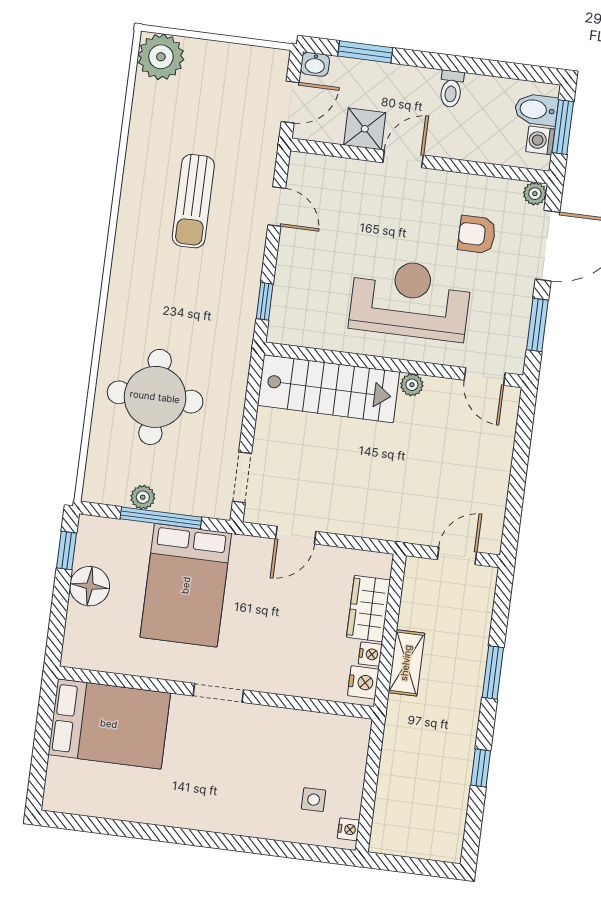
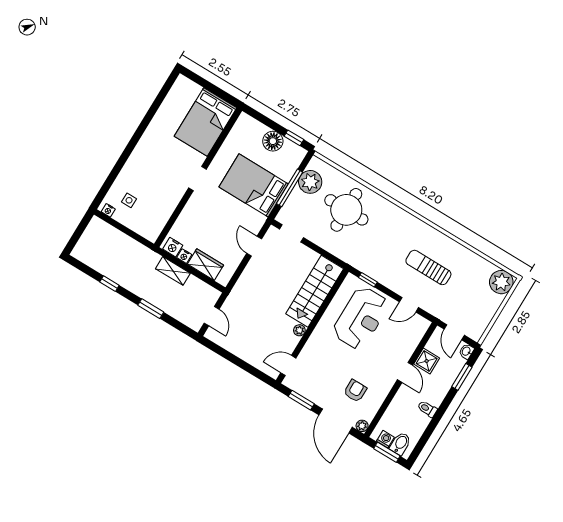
reception desk: (410, 299) -> (361, 318), moved
plant: (143, 497) -> (310, 182), width x1.88, depth x1.88

